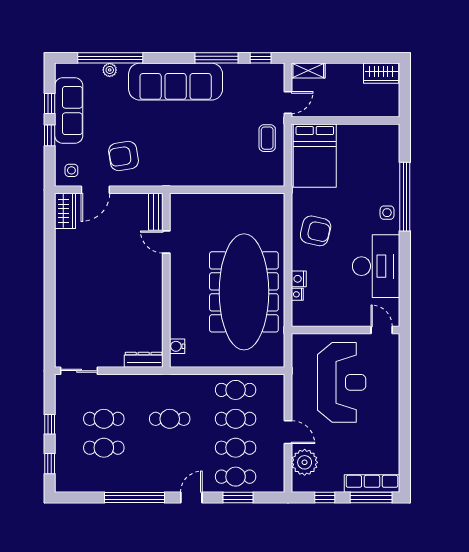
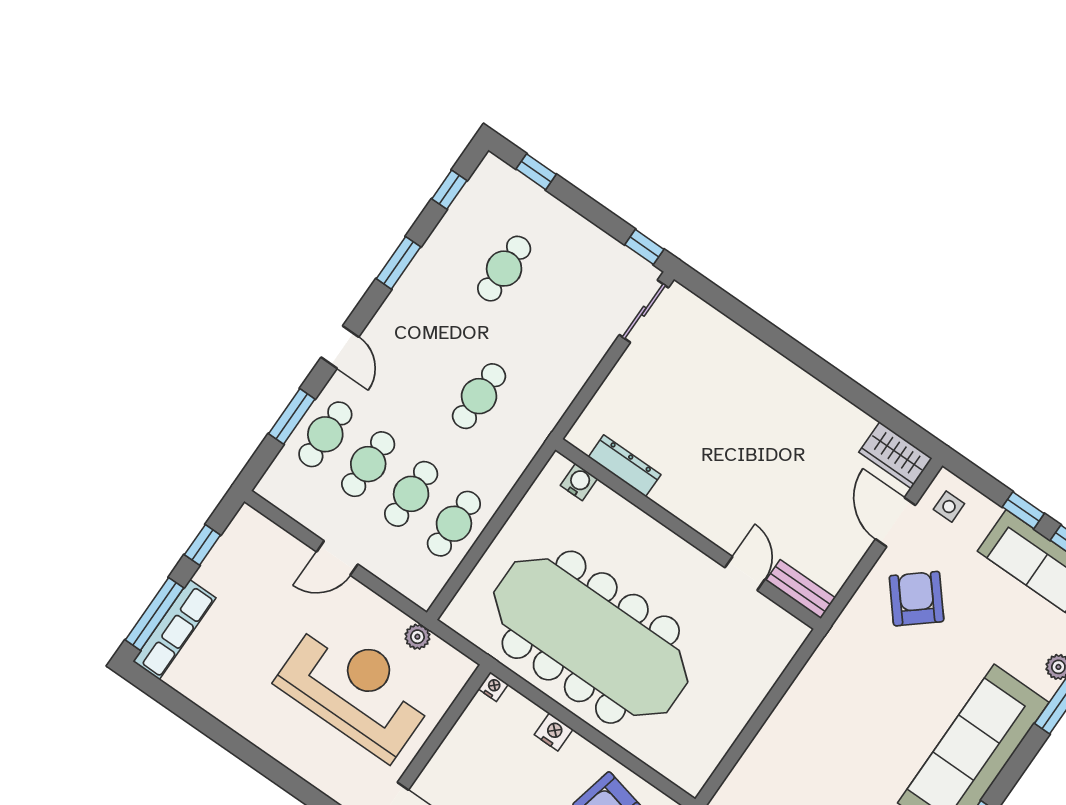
armchair: (123, 156) -> (917, 599), turned -31
door: (166, 242) -> (745, 573), hinge flipped
nightstand: (297, 294) -> (493, 687), moved
dresser: (144, 360) -> (625, 466), moved, turned -90
reception desk: (342, 382) -> (356, 689), turned 180
cafe table: (104, 419) -> (547, 298), removed
window: (50, 424) -> (644, 247), moved
plant: (305, 462) -> (417, 637), moved, width x0.53, depth x0.53
window: (85, 498) -> (449, 190), added
window: (135, 498) -> (398, 263), width x0.47

